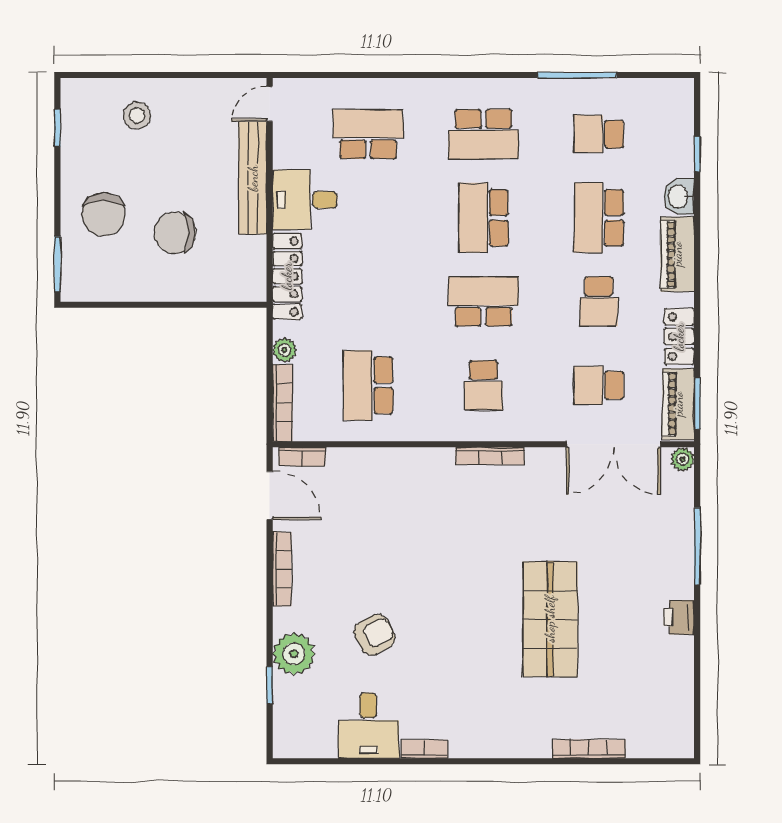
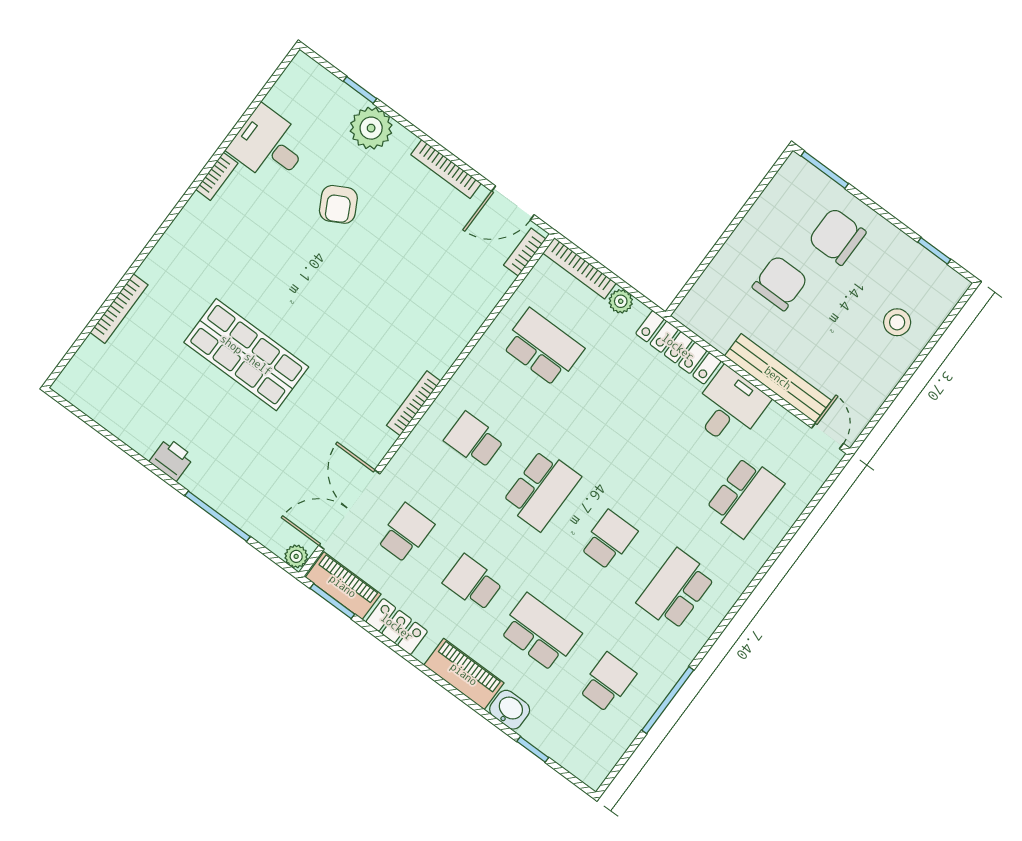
school desk: (483, 218) -> (609, 540), width x0.54

